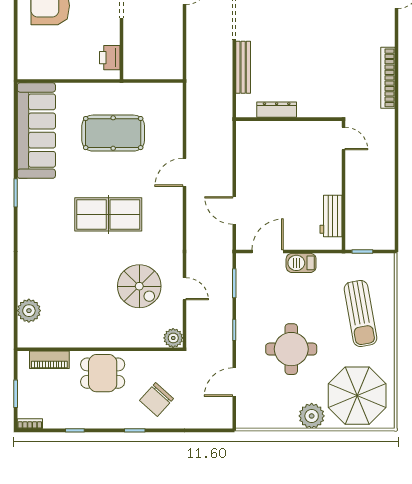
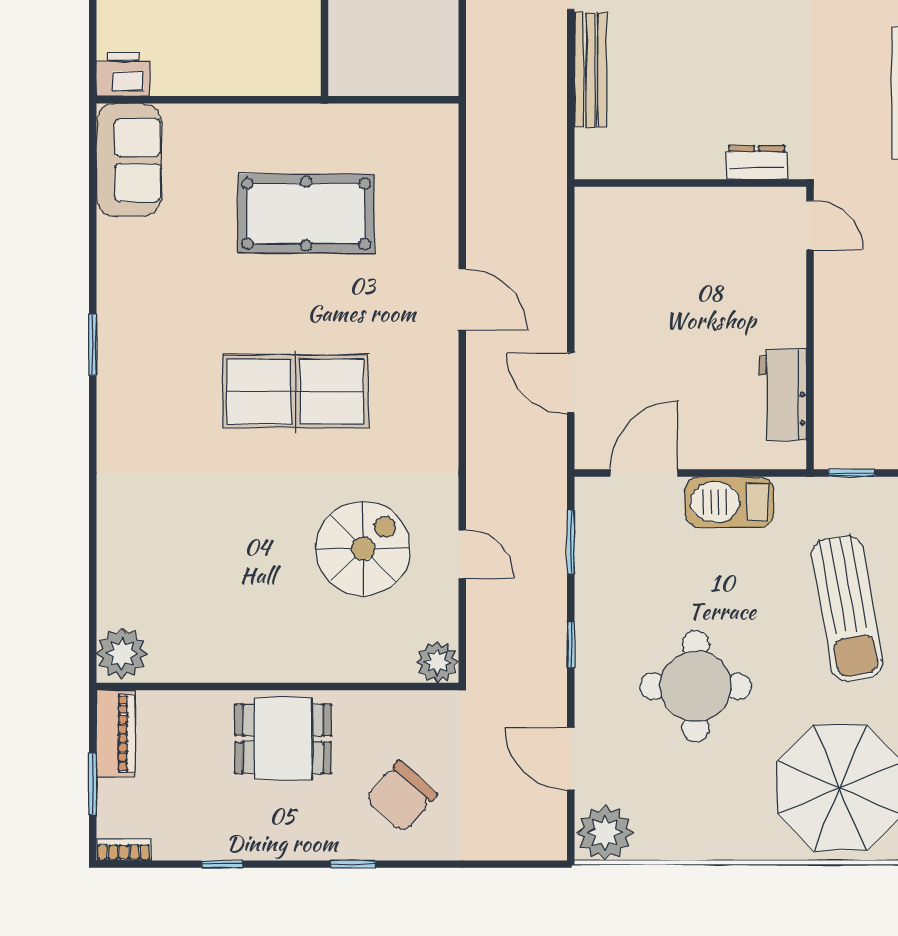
printer: (110, 58) -> (123, 74), moved, turned 90
dresser: (277, 110) -> (757, 162), moved, width x0.70
sofa: (36, 131) -> (129, 160), width x0.54, depth x0.79
door: (184, 172) -> (462, 300), swing flipped
barbecue: (301, 263) -> (729, 502), width x1.37, depth x1.21
spiral stairs: (139, 286) -> (363, 549), turned -90
plant: (29, 311) -> (122, 653), moved
piano: (49, 360) -> (116, 733), moved, turned -90
door: (234, 382) -> (571, 759), hinge flipped
plant: (312, 416) -> (605, 833), moved

